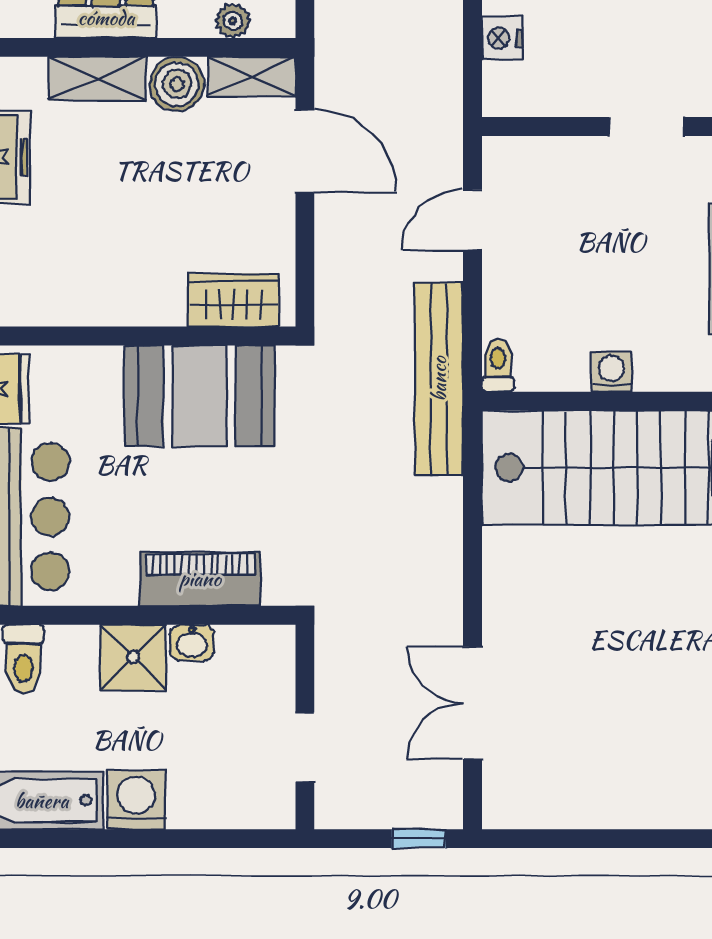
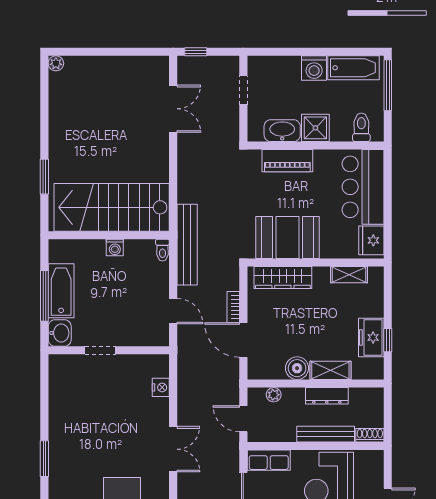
shelving: (252, 76) -> (349, 275), moved
door: (472, 220) -> (173, 311), hinge flipped
bookcase: (329, 230) -> (233, 307), added
wardrobe: (233, 300) -> (283, 278), width x1.50
washbasin: (192, 643) -> (282, 131), width x1.91, depth x1.45

